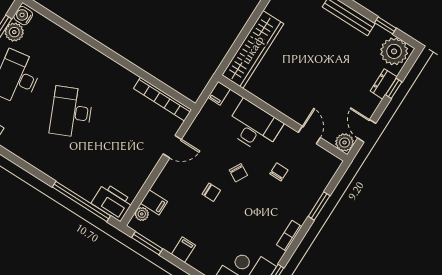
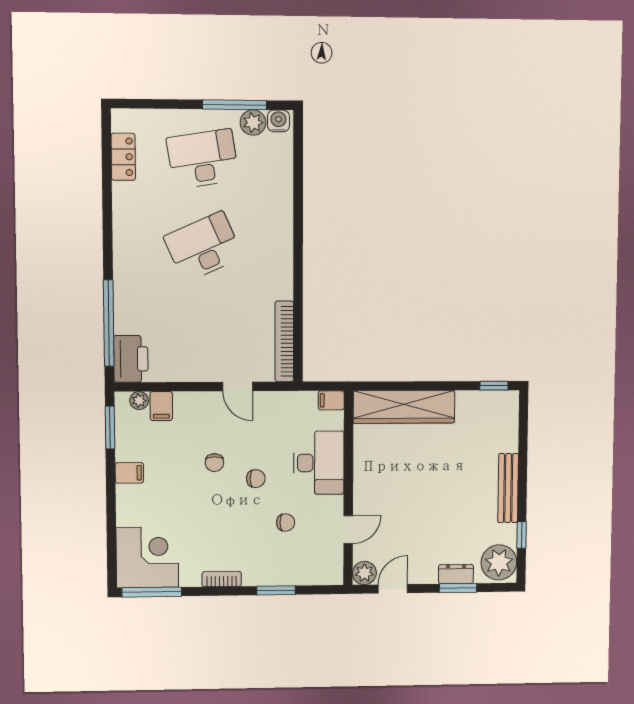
window: (394, 88) -> (458, 588), width x1.50
chair: (238, 173) -> (256, 479), turned -119

